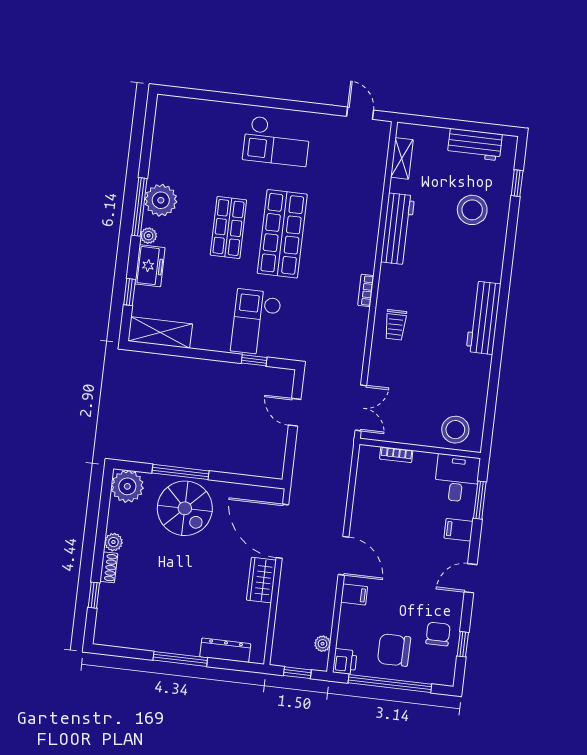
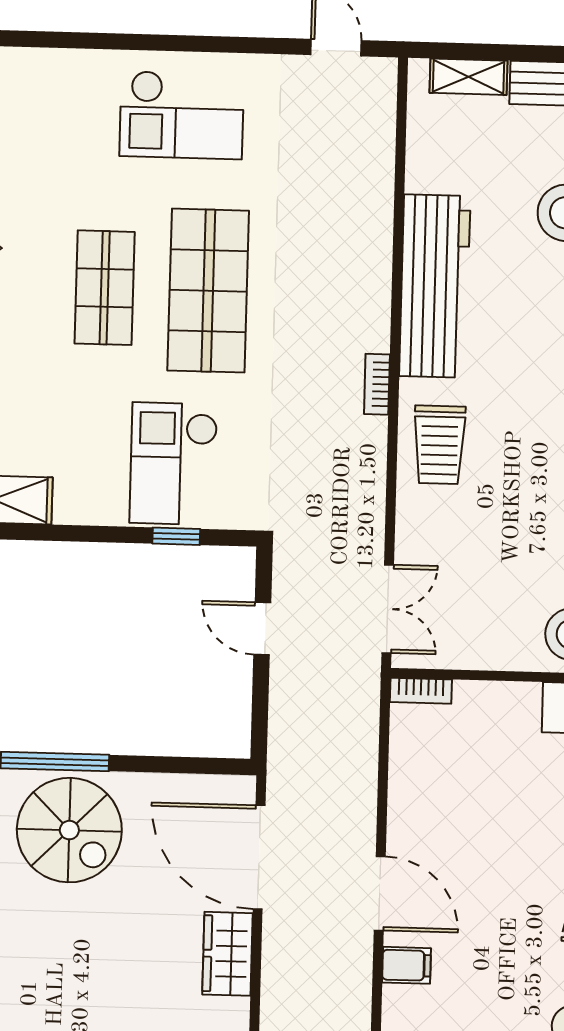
shelving: (402, 158) -> (468, 77), moved, turned 90
workbench: (398, 229) -> (435, 286), width x1.36, depth x1.32
trolley: (395, 325) -> (439, 445), width x1.36, depth x1.39
bookcase: (396, 455) -> (421, 691), moved

